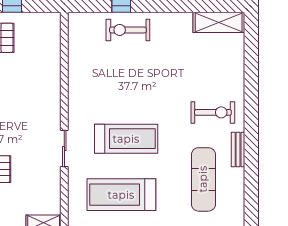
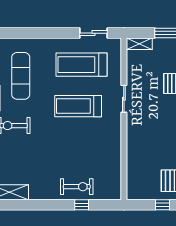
treadmill: (121, 195) -> (81, 65), turned 180

